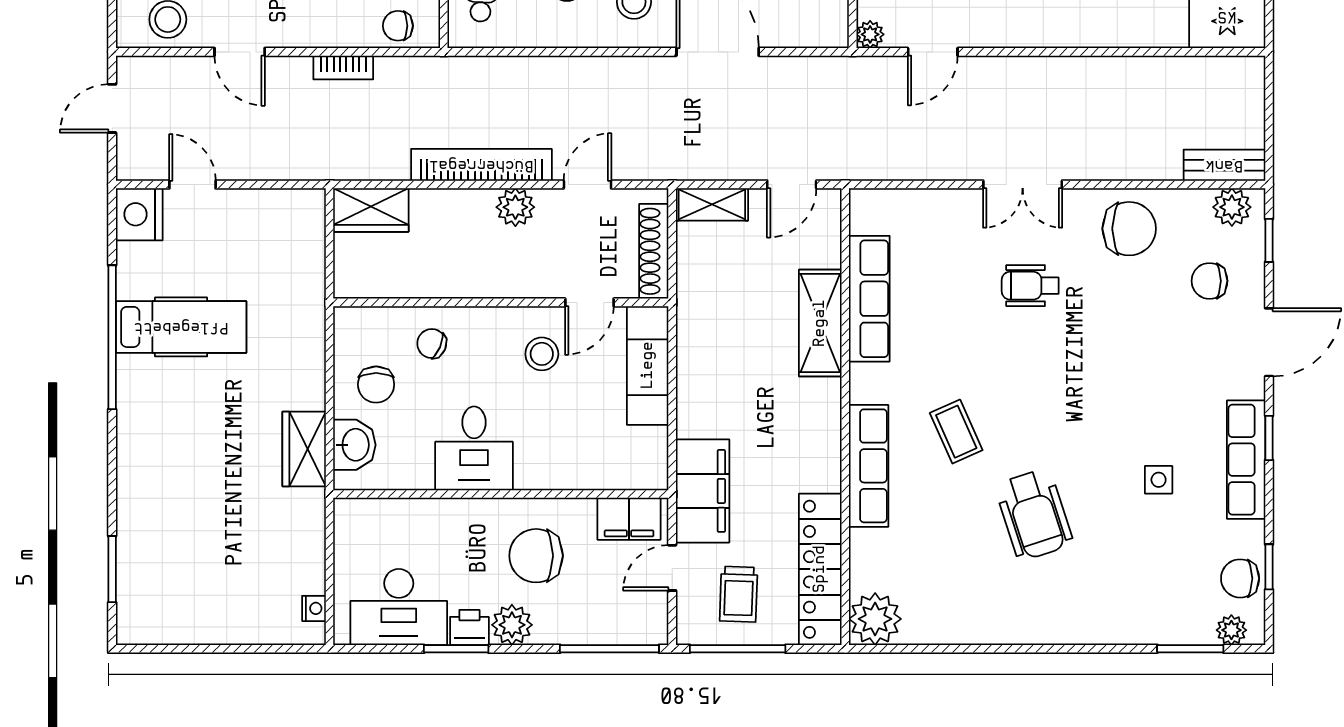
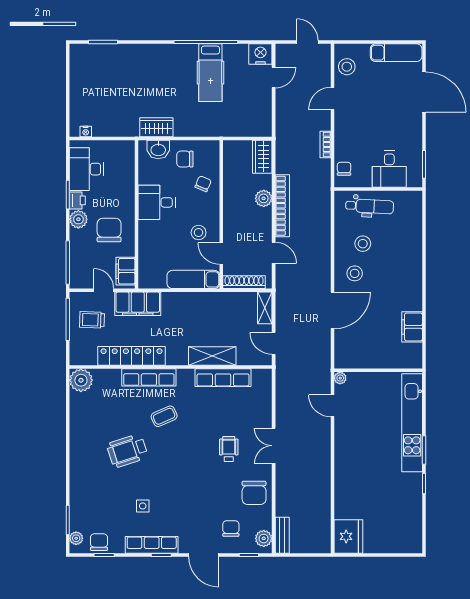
plant: (515, 207) -> (264, 198), moved
locker: (820, 569) -> (132, 356), moved

